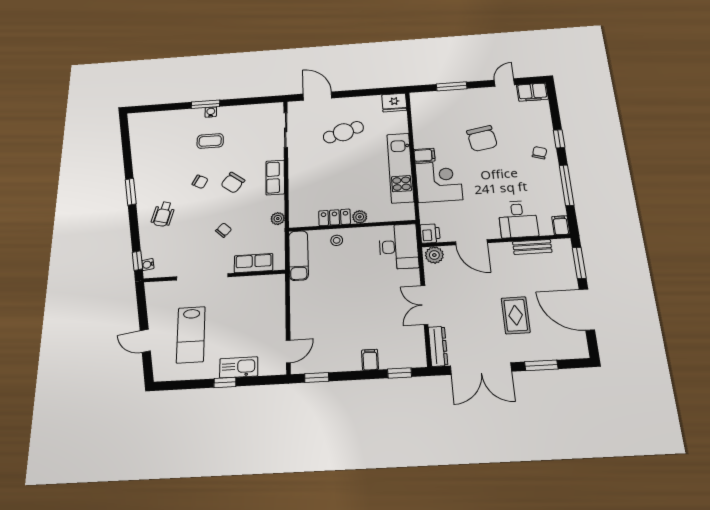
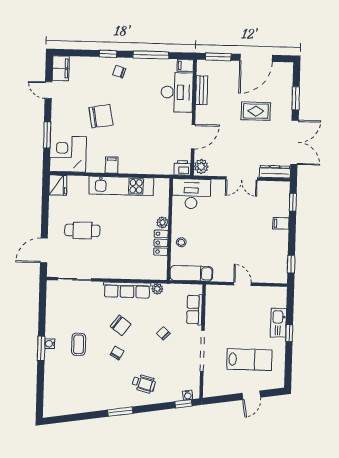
cafe table: (343, 132) -> (82, 230), turned -72
row of seats: (275, 177) -> (127, 290), width x1.48
corner desk: (439, 182) -> (68, 154), moved
desk: (518, 219) -> (177, 92), width x1.37
door: (288, 351) -> (242, 284), moved

